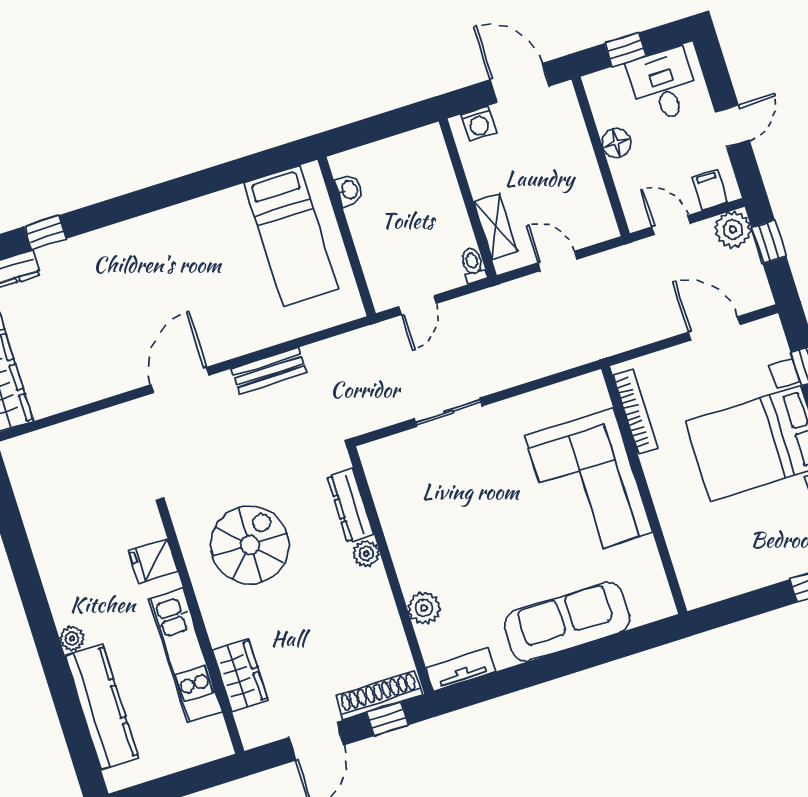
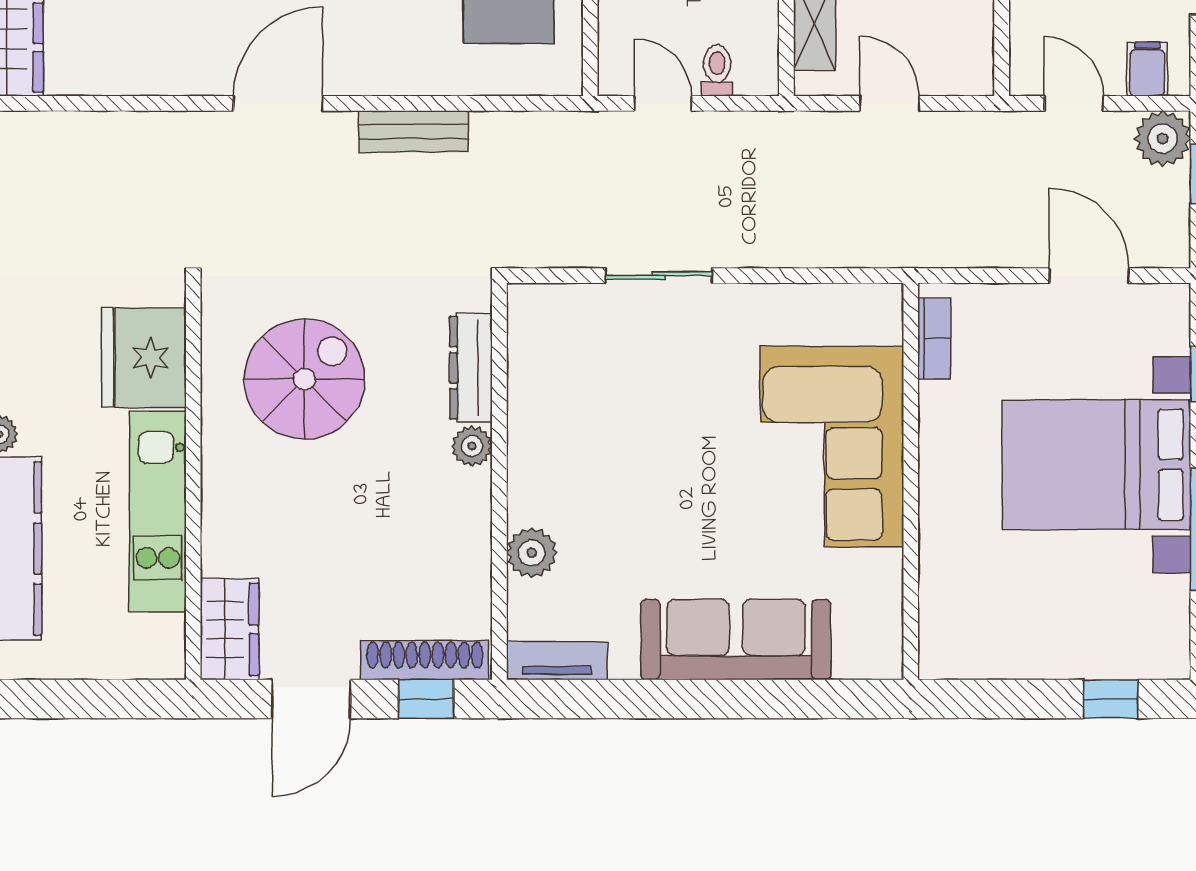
toilet: (473, 265) -> (717, 70), moved
door: (418, 305) -> (663, 103), swing flipped
bookcase: (635, 412) -> (934, 339), width x0.64
fridge: (153, 561) -> (144, 358), width x1.88, depth x1.34
wardrobe: (240, 675) -> (230, 629), moved

